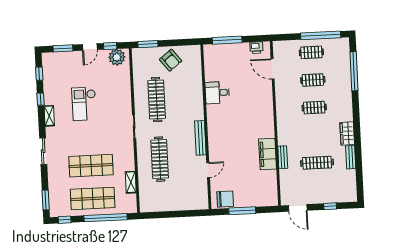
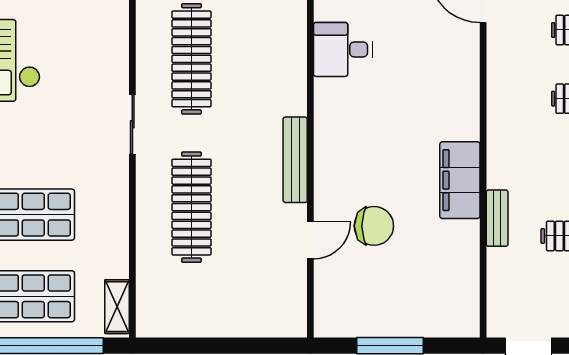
filing cabinet: (268, 154) -> (460, 180), moved
shelving: (131, 182) -> (117, 307), moved
chair: (225, 199) -> (374, 226), moved

